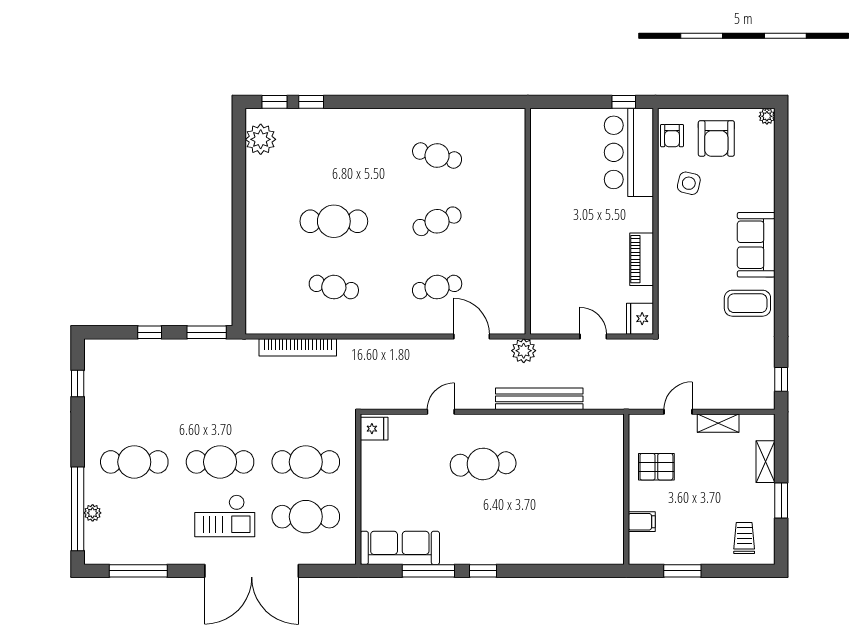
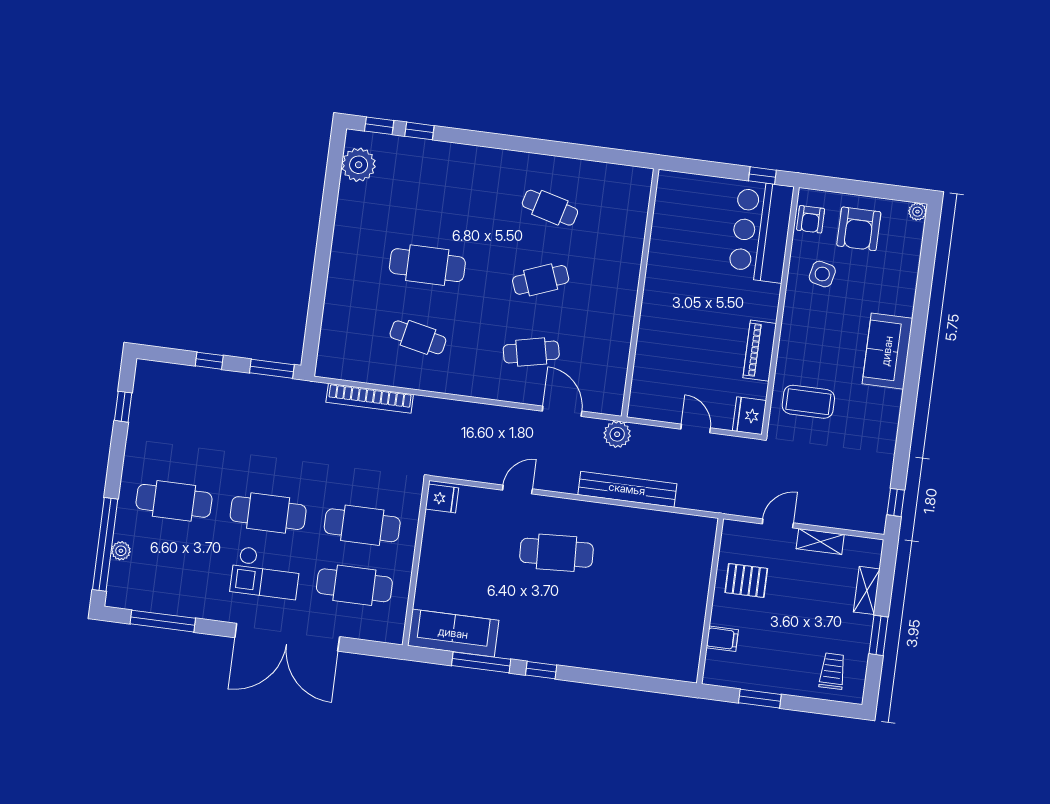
coffee table: (747, 303) -> (808, 402), moved

